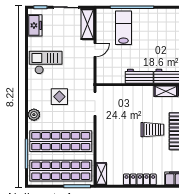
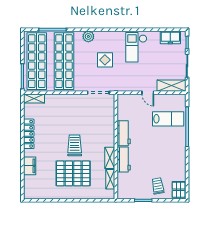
checkout: (46, 63) -> (136, 47), turned 180
trolley: (152, 130) -> (75, 145), turned 180

